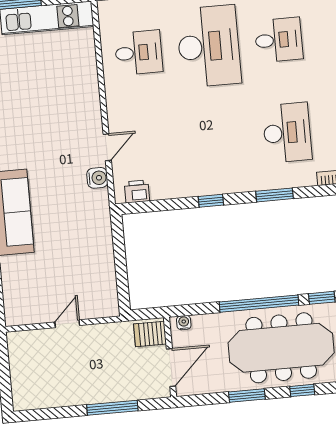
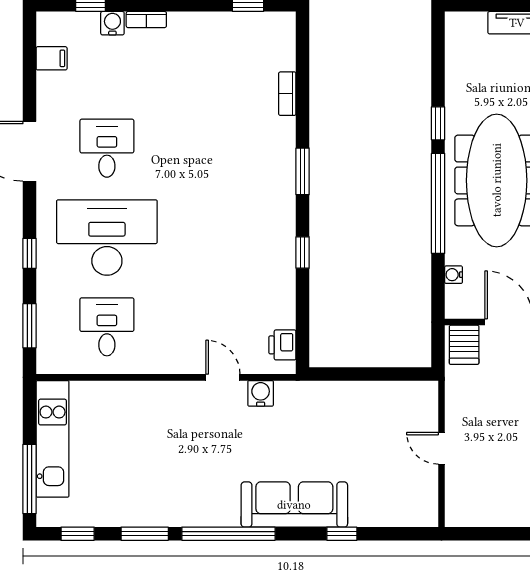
desk: (287, 133) -> (225, 148), removed
water cooler: (184, 323) -> (454, 275), moved

